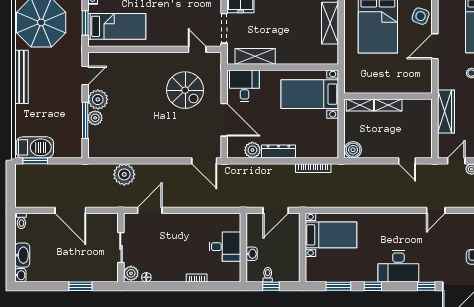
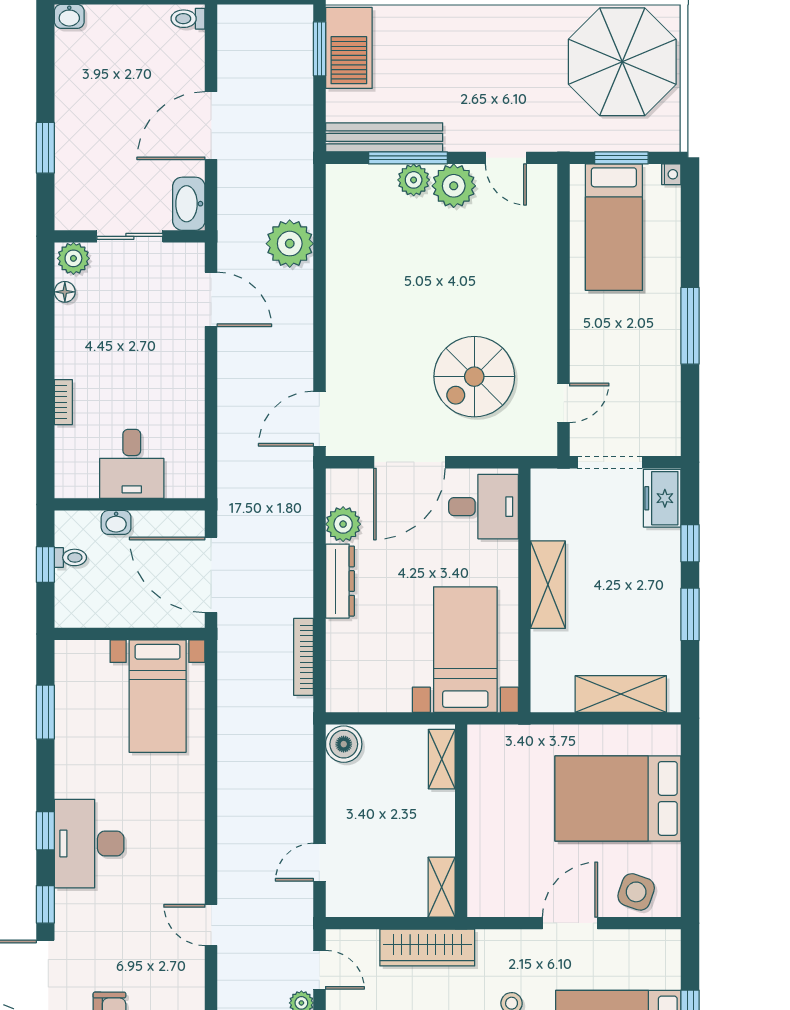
door: (435, 46) -> (570, 923), hinge flipped
shelving: (255, 56) -> (548, 585), moved
bench: (22, 77) -> (384, 137), moved
shelving: (388, 105) -> (442, 887), moved
door: (276, 210) -> (211, 575), width x1.36
washbasin: (22, 255) -> (189, 204), moved, turned 90
window: (373, 286) -> (45, 831), moved

